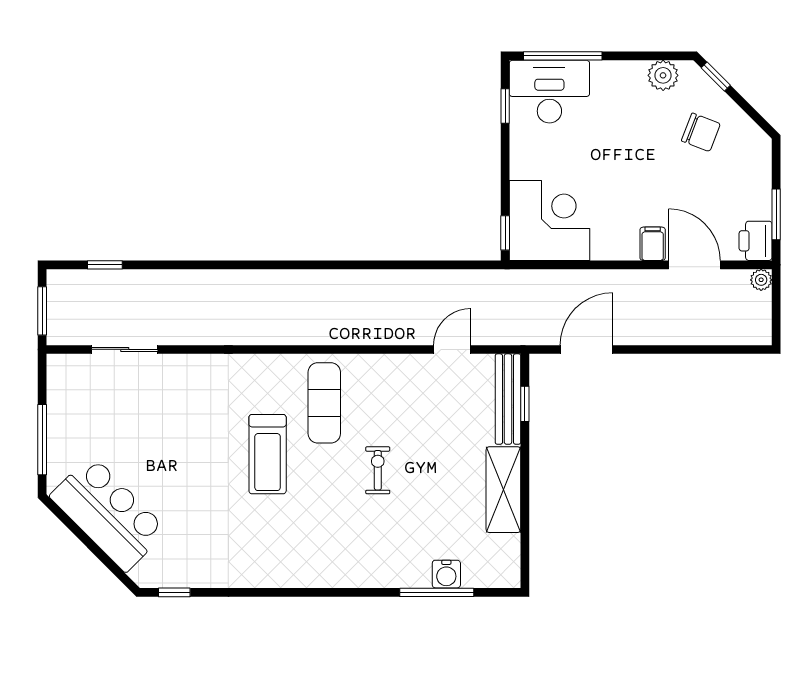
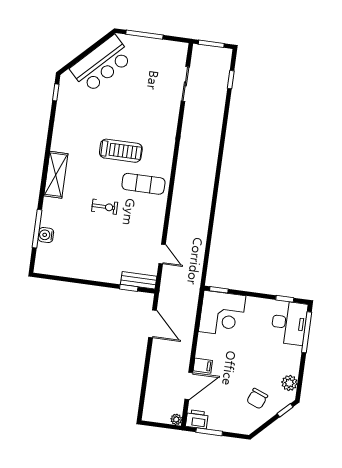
bench: (508, 399) -> (139, 280), width x0.73
treadmill: (268, 454) -> (121, 151), turned 180
shelving: (503, 490) -> (56, 175), moved, turned 90

